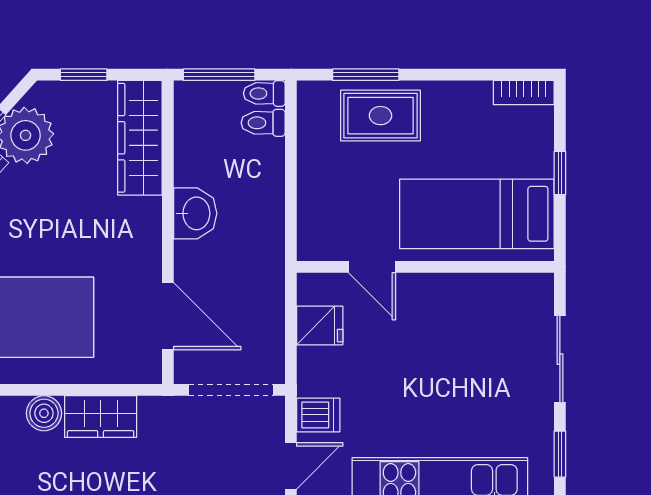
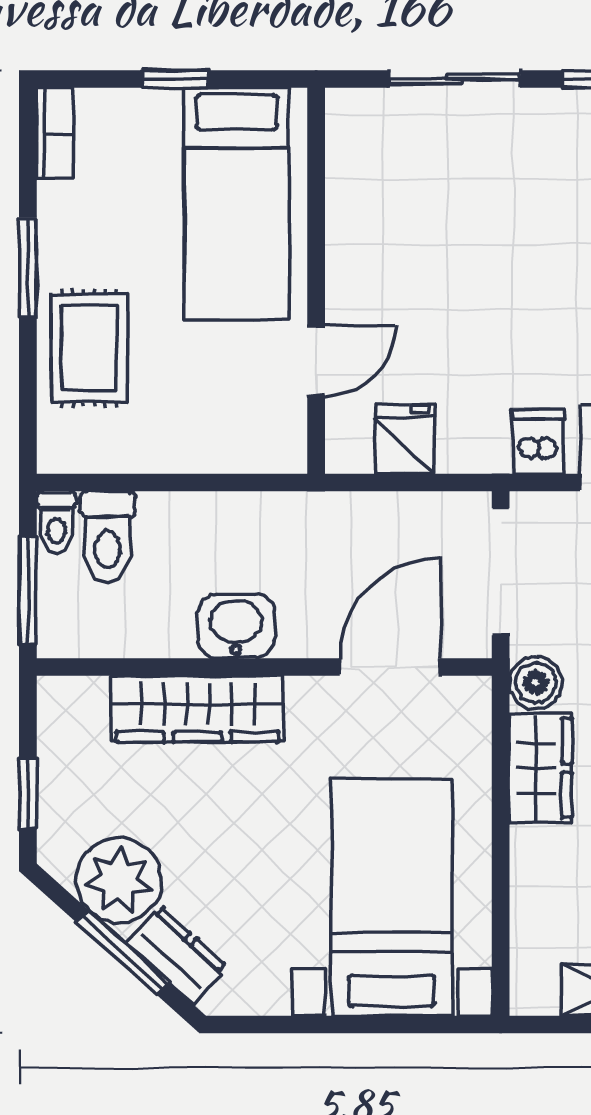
window: (366, 75) -> (28, 268), moved
toilet: (263, 123) -> (108, 537), width x1.37, depth x1.39
wardrobe: (140, 138) -> (197, 709), moved
boiler: (44, 413) -> (536, 683), moved

